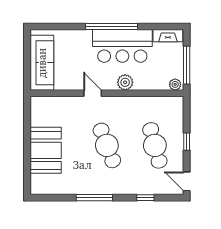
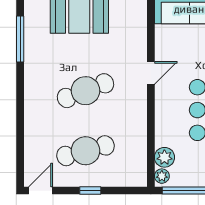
plant: (125, 82) -> (164, 157), moved
window: (94, 198) -> (20, 39), moved
window: (145, 198) -> (20, 139), removed

